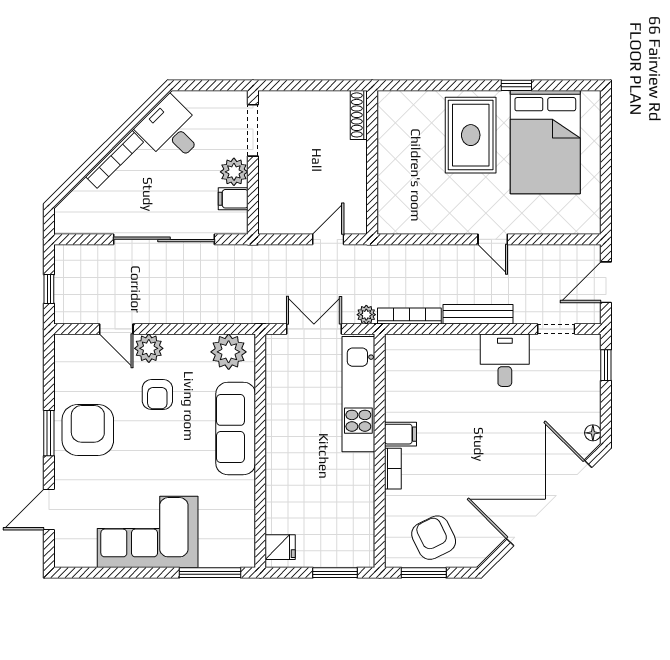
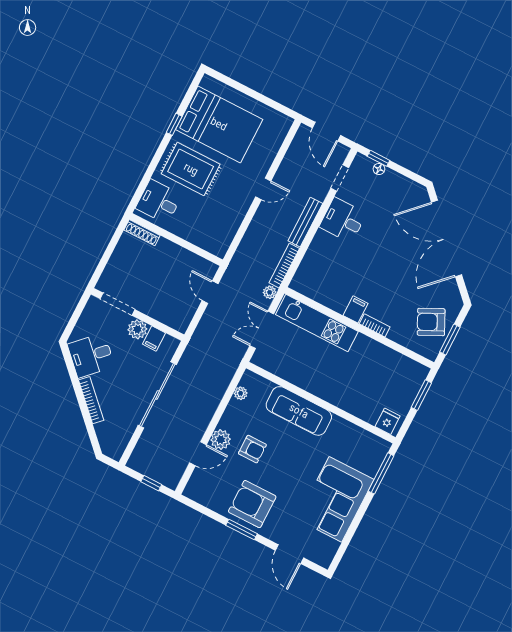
desk: (409, 116) -> (159, 202), added
plant: (229, 352) -> (241, 393), width x0.53, depth x0.53
floor lamp: (593, 433) -> (379, 169), moved

